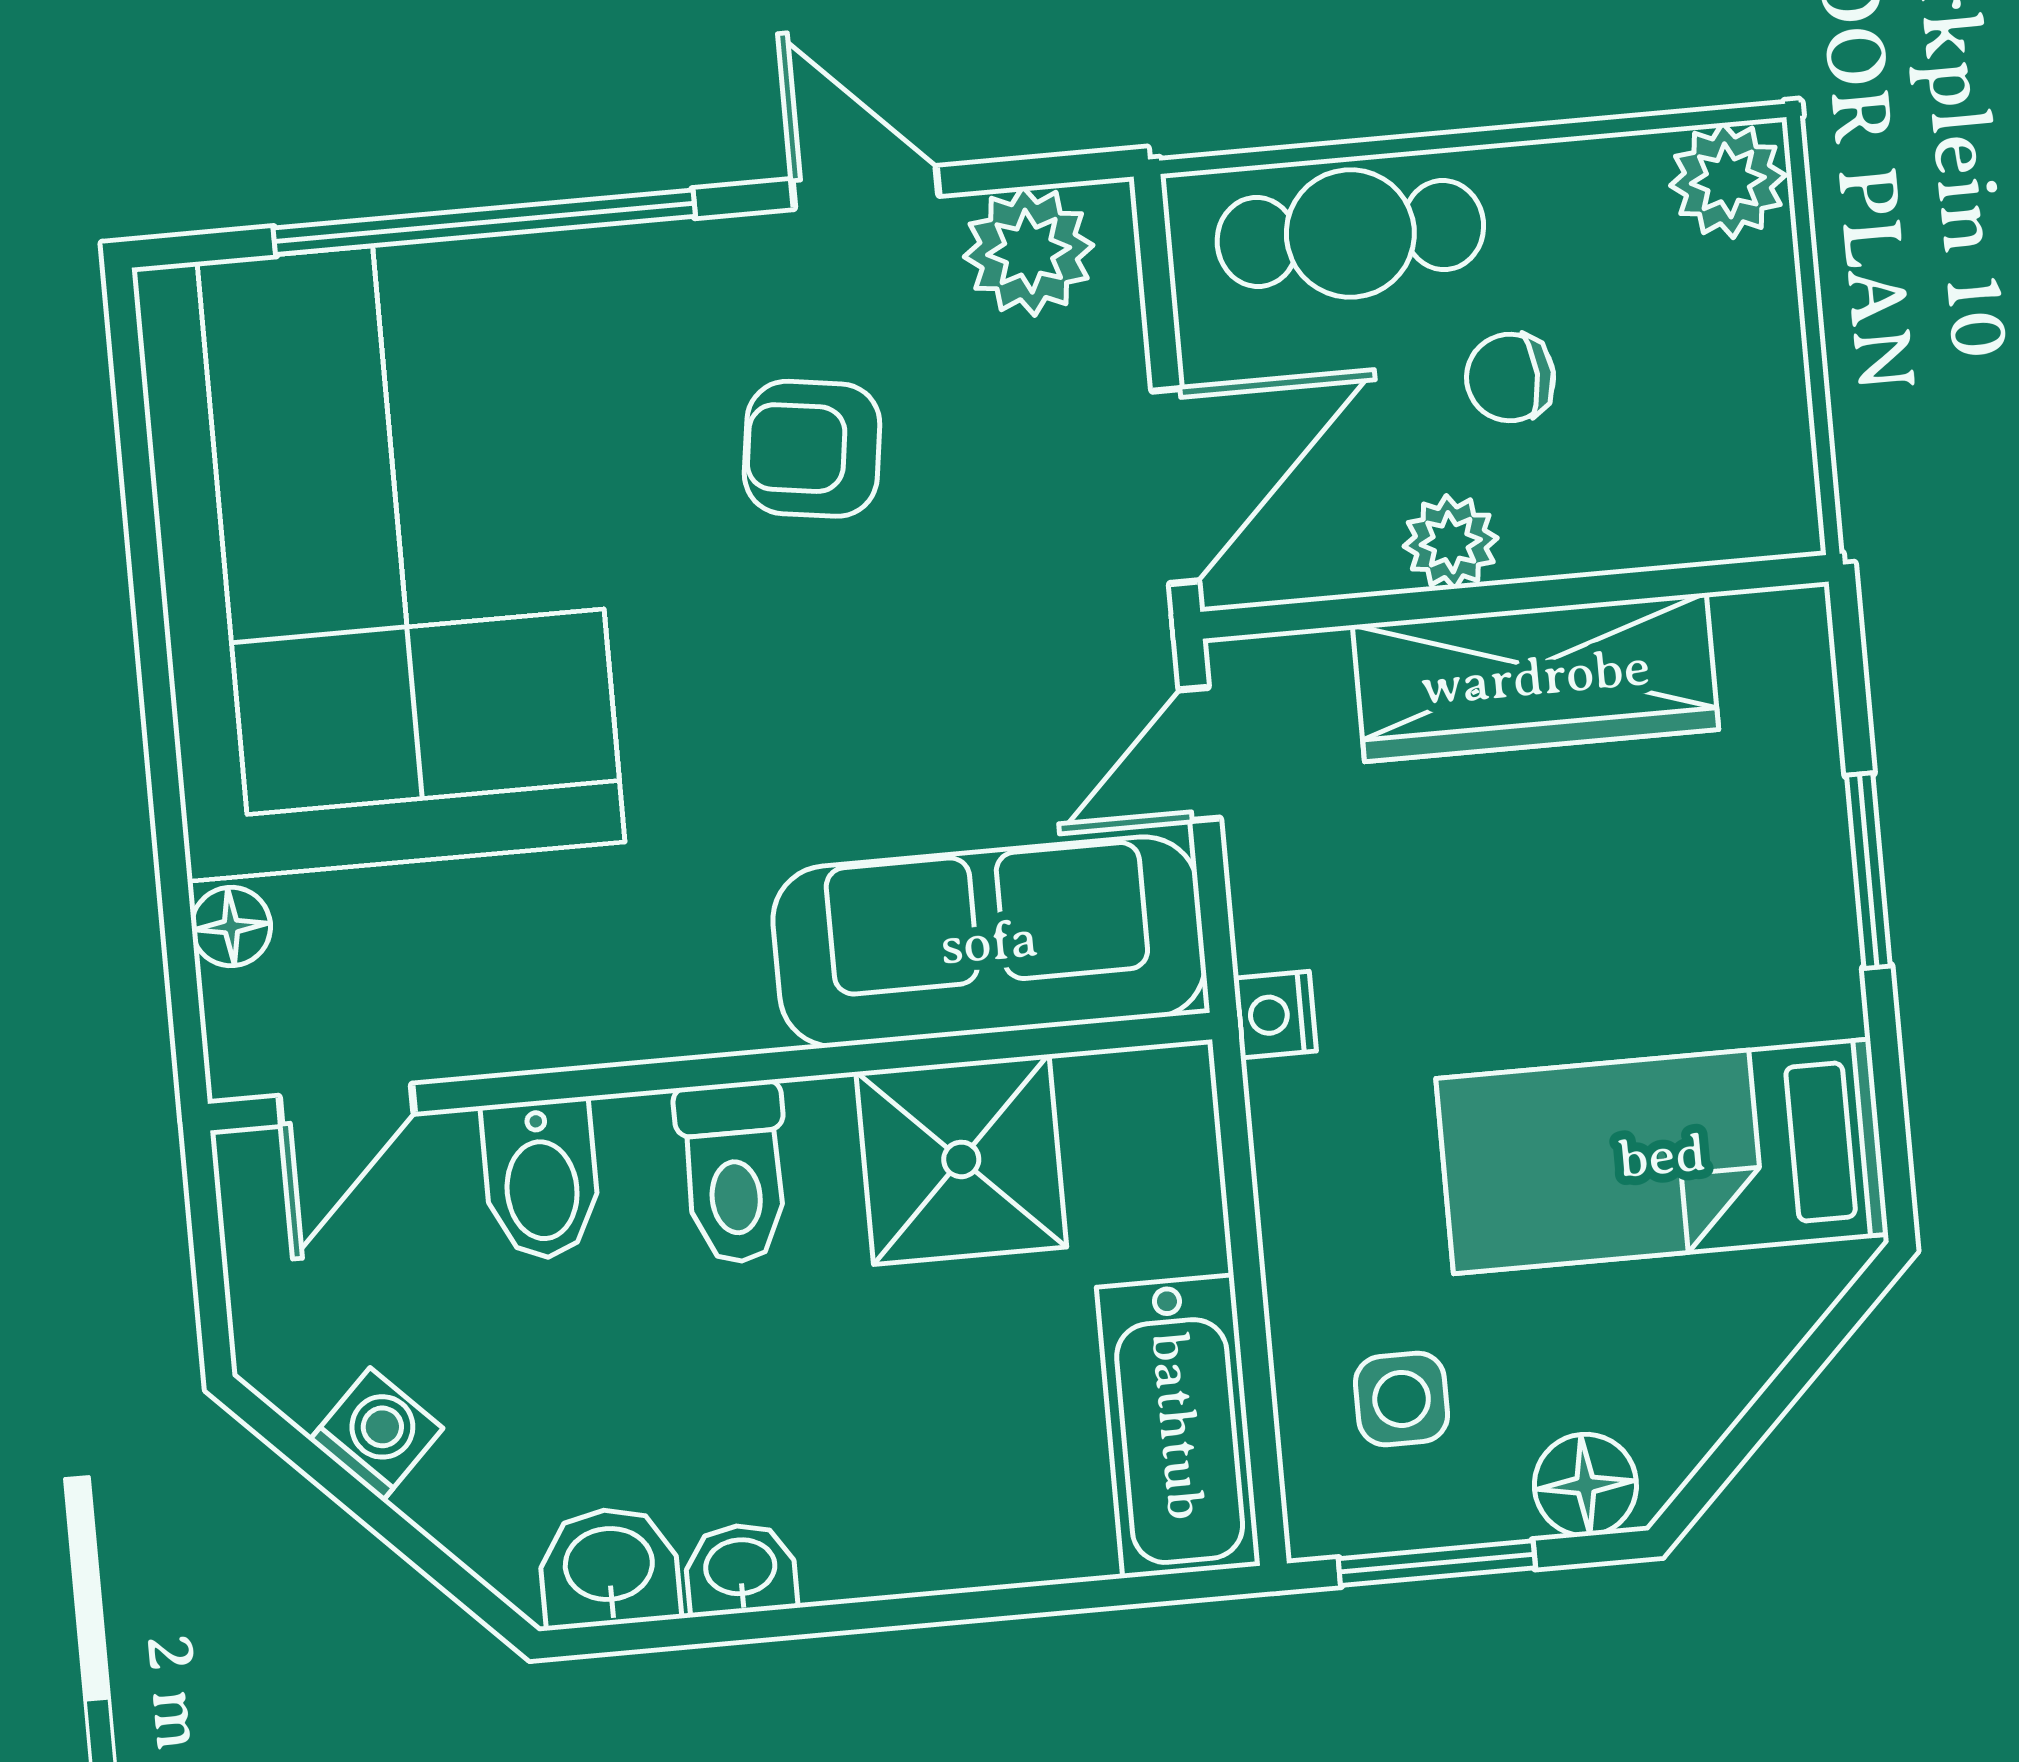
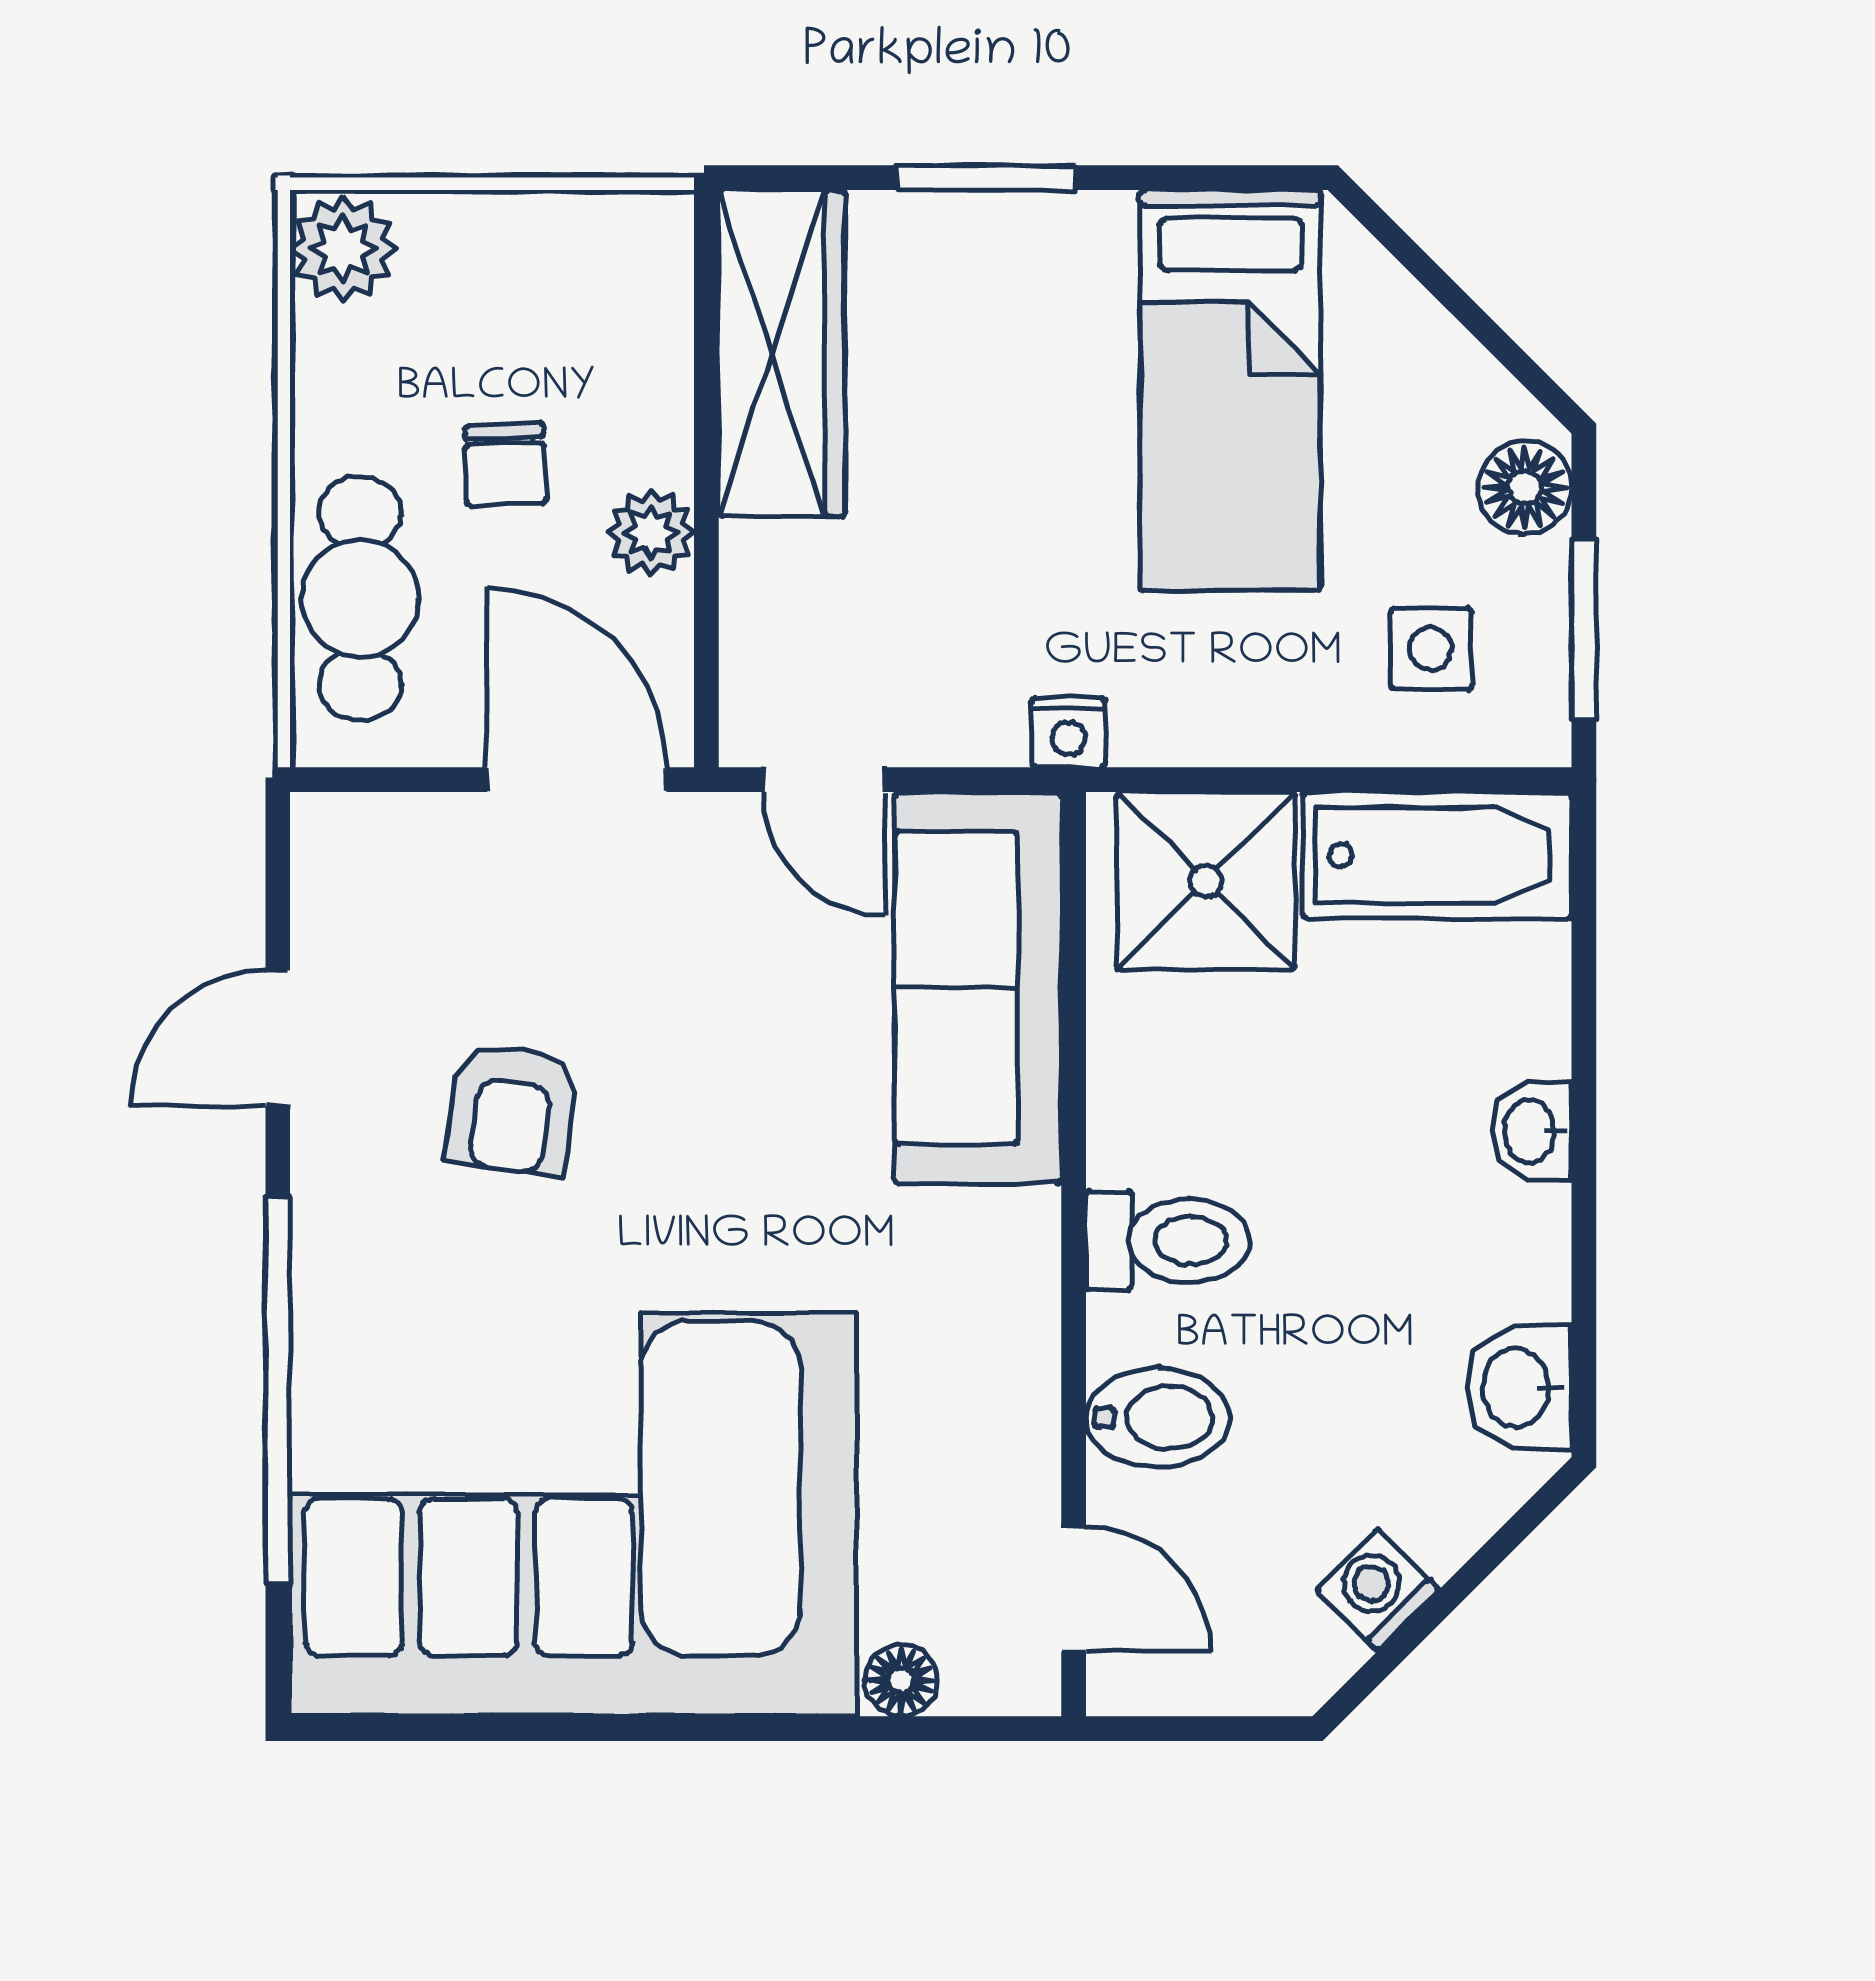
plant: (1029, 251) -> (349, 894), removed
wardrobe: (1535, 677) -> (782, 353), moved
shower: (961, 1159) -> (1206, 881), moved
washbasin: (740, 1569) -> (1531, 1131), moved

